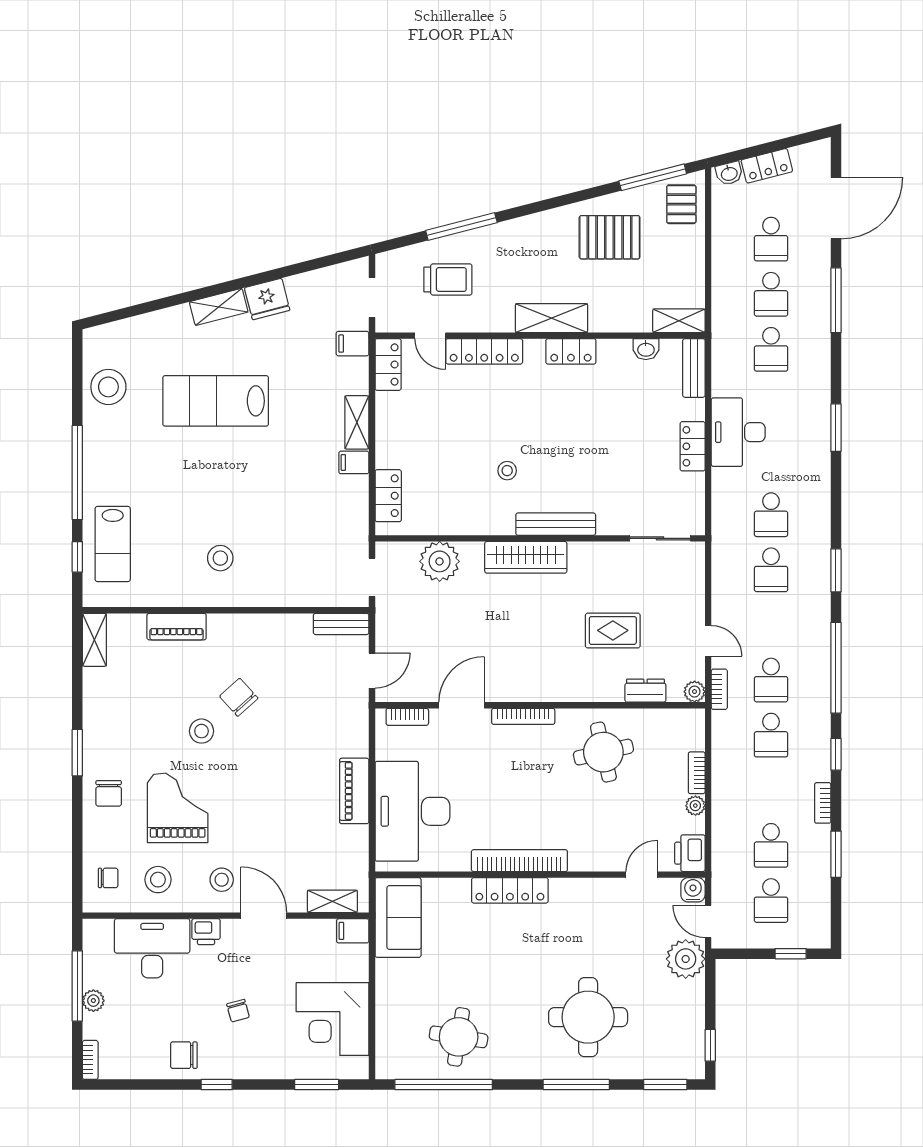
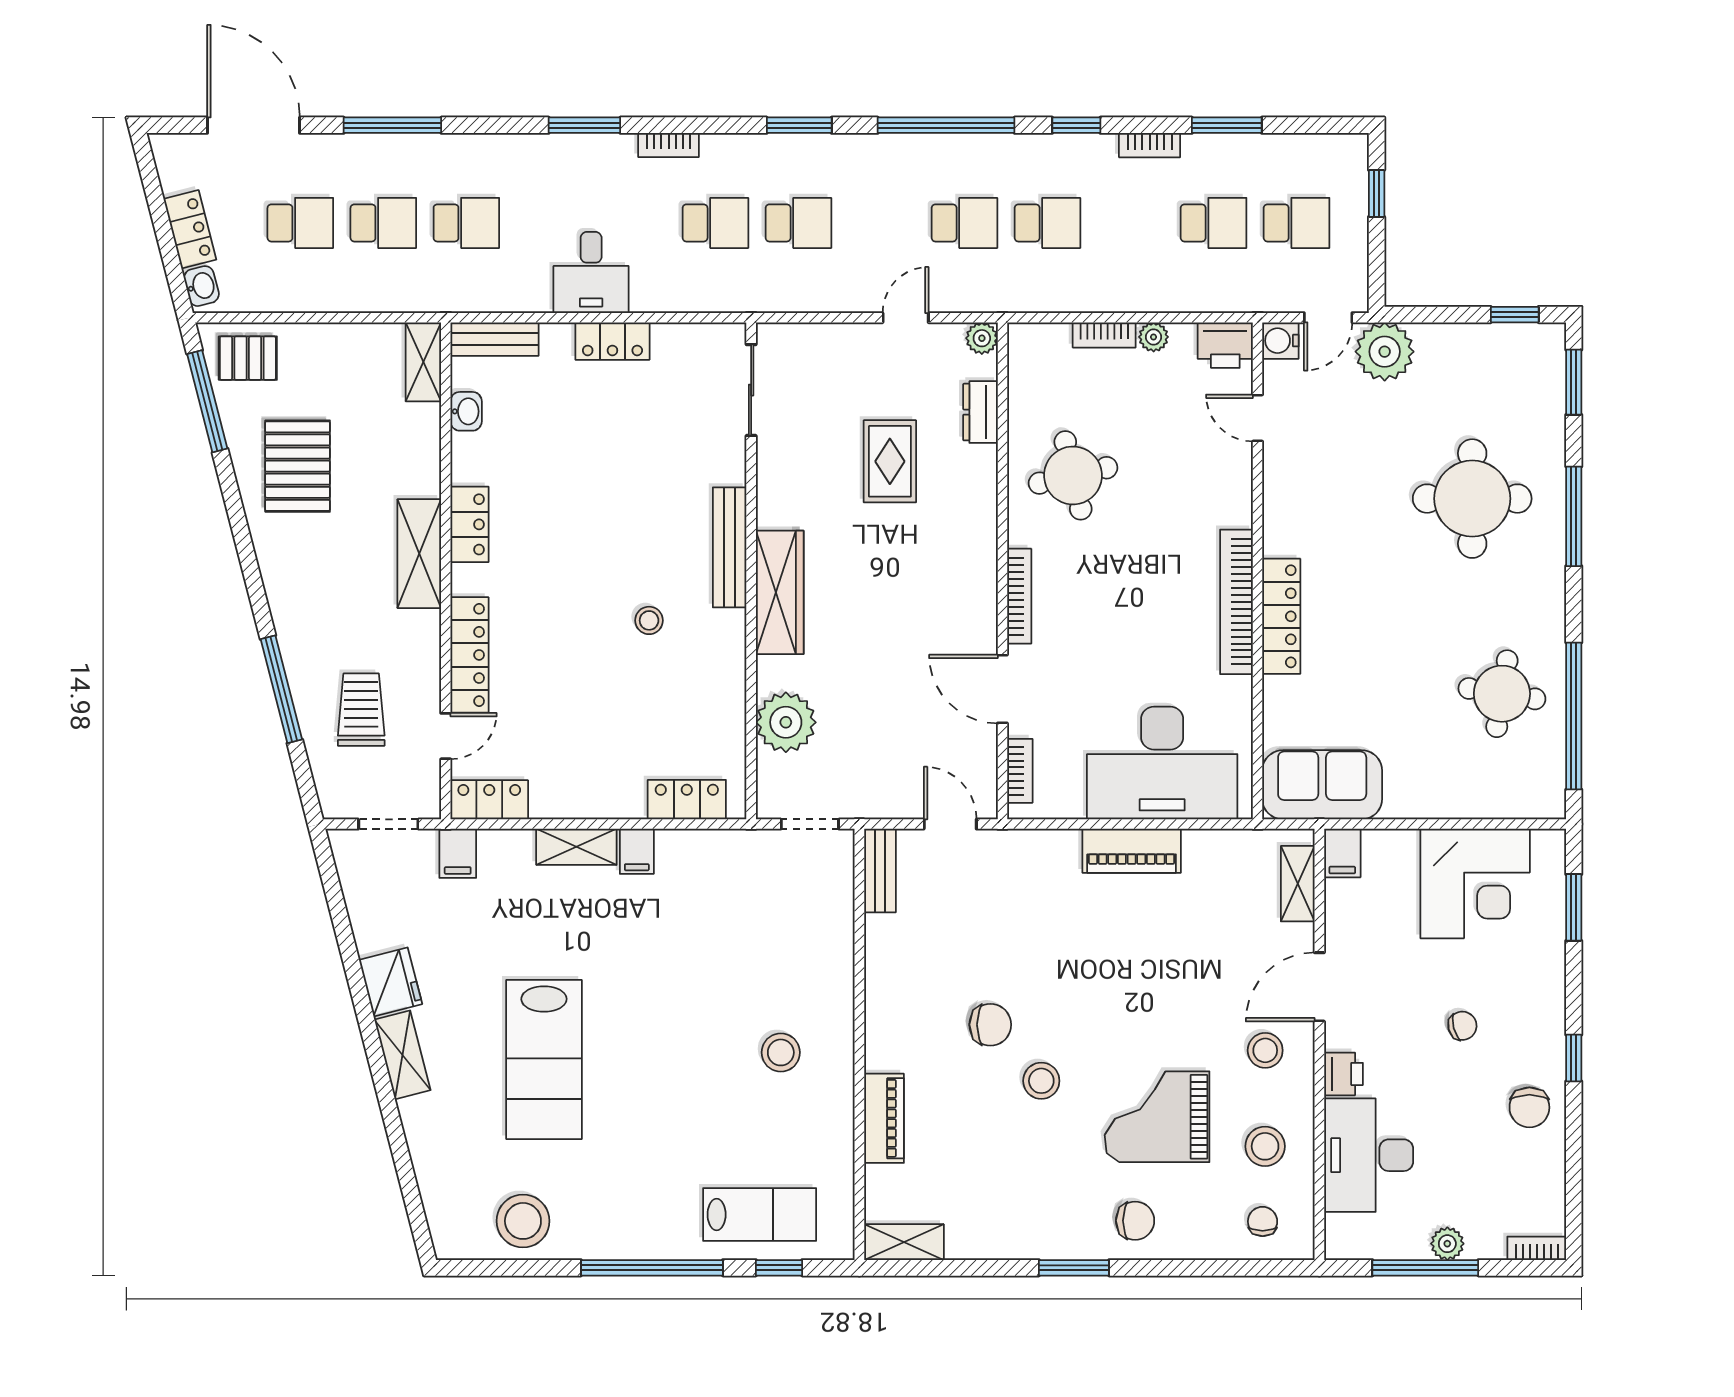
desk: (738, 432) -> (591, 272), width x0.73
bookcase: (719, 689) -> (669, 145), moved, turned 180
chair: (239, 697) -> (990, 1025), turned -138

